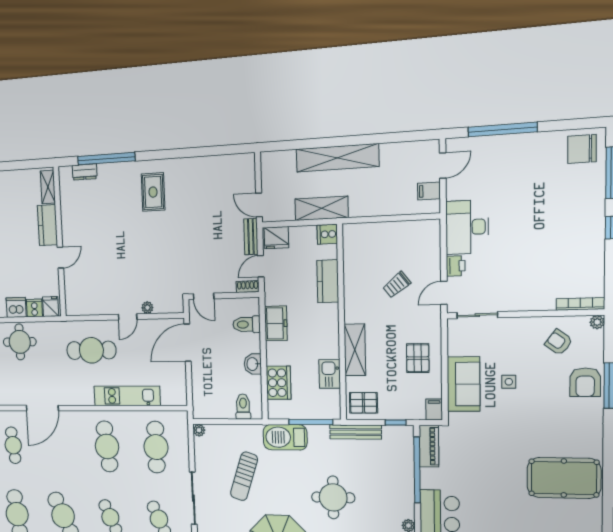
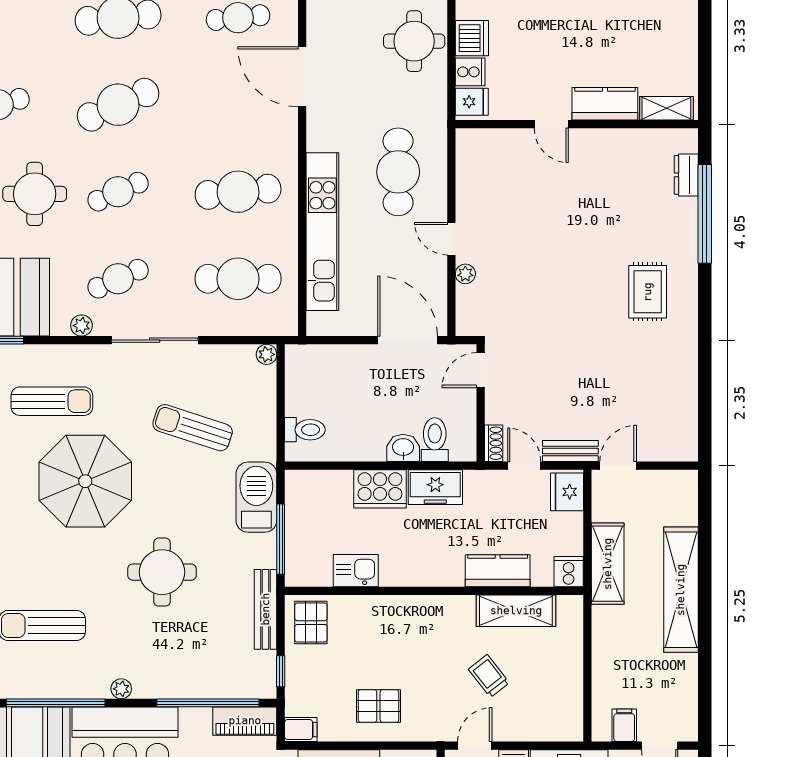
rug: (153, 192) -> (648, 292), turned 90
door: (444, 293) -> (475, 746), hinge flipped
shelving: (355, 350) -> (516, 611), moved
washbasin: (253, 364) -> (403, 448), moved
cooker: (279, 383) -> (380, 489), moved
kitchen unit: (127, 396) -> (322, 232), width x1.36

